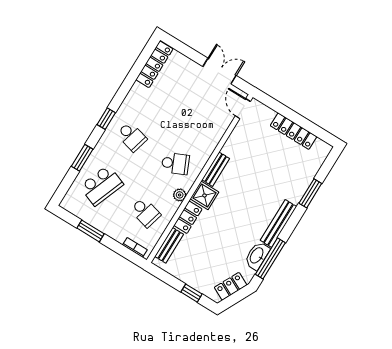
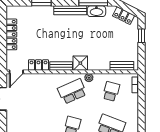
school desk: (175, 164) -> (72, 91), width x1.85
locker: (188, 217) -> (38, 65), moved
window: (91, 231) -> (141, 116), removed

